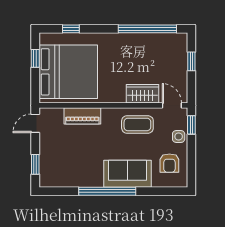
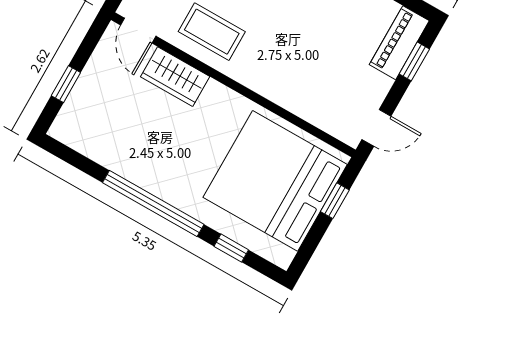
window: (147, 29) -> (153, 204), moved
window: (35, 58) -> (335, 201), moved
piano: (82, 116) -> (399, 43), moved, turned -90

